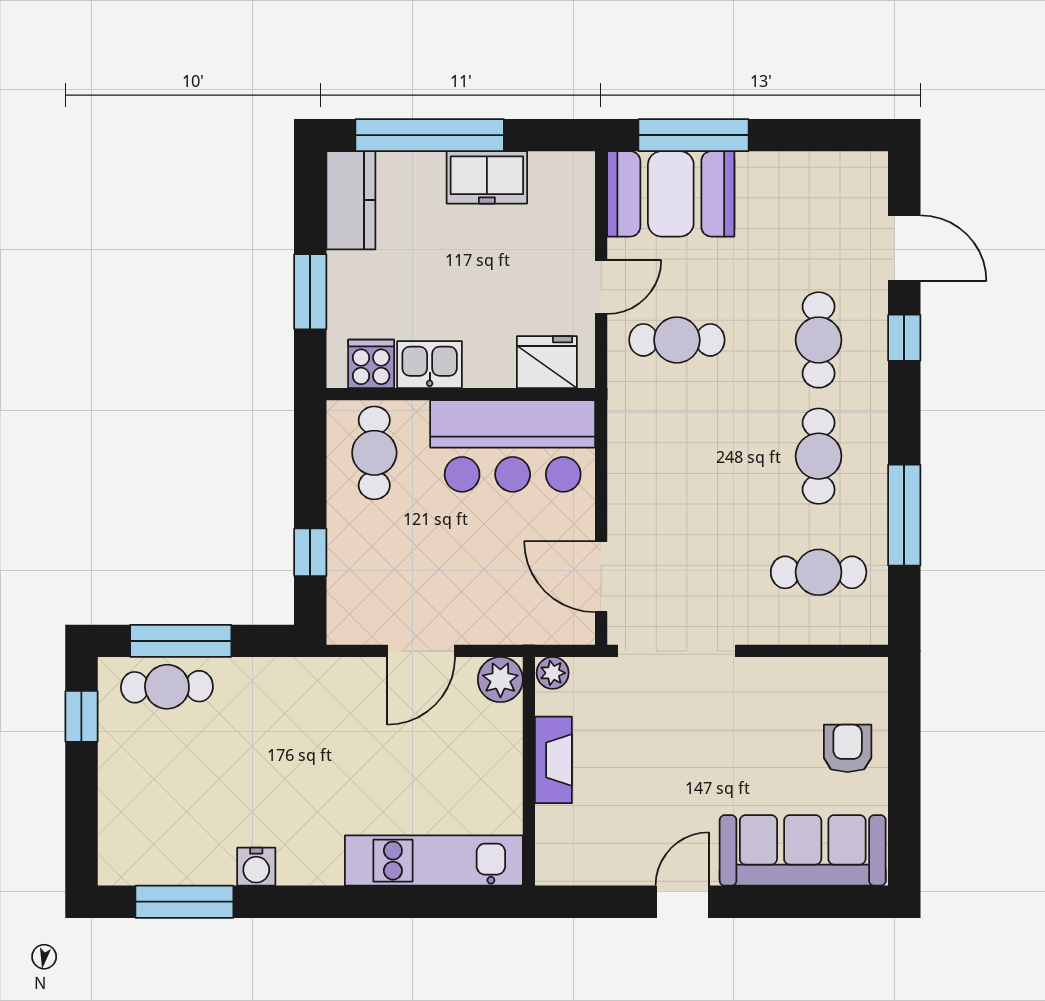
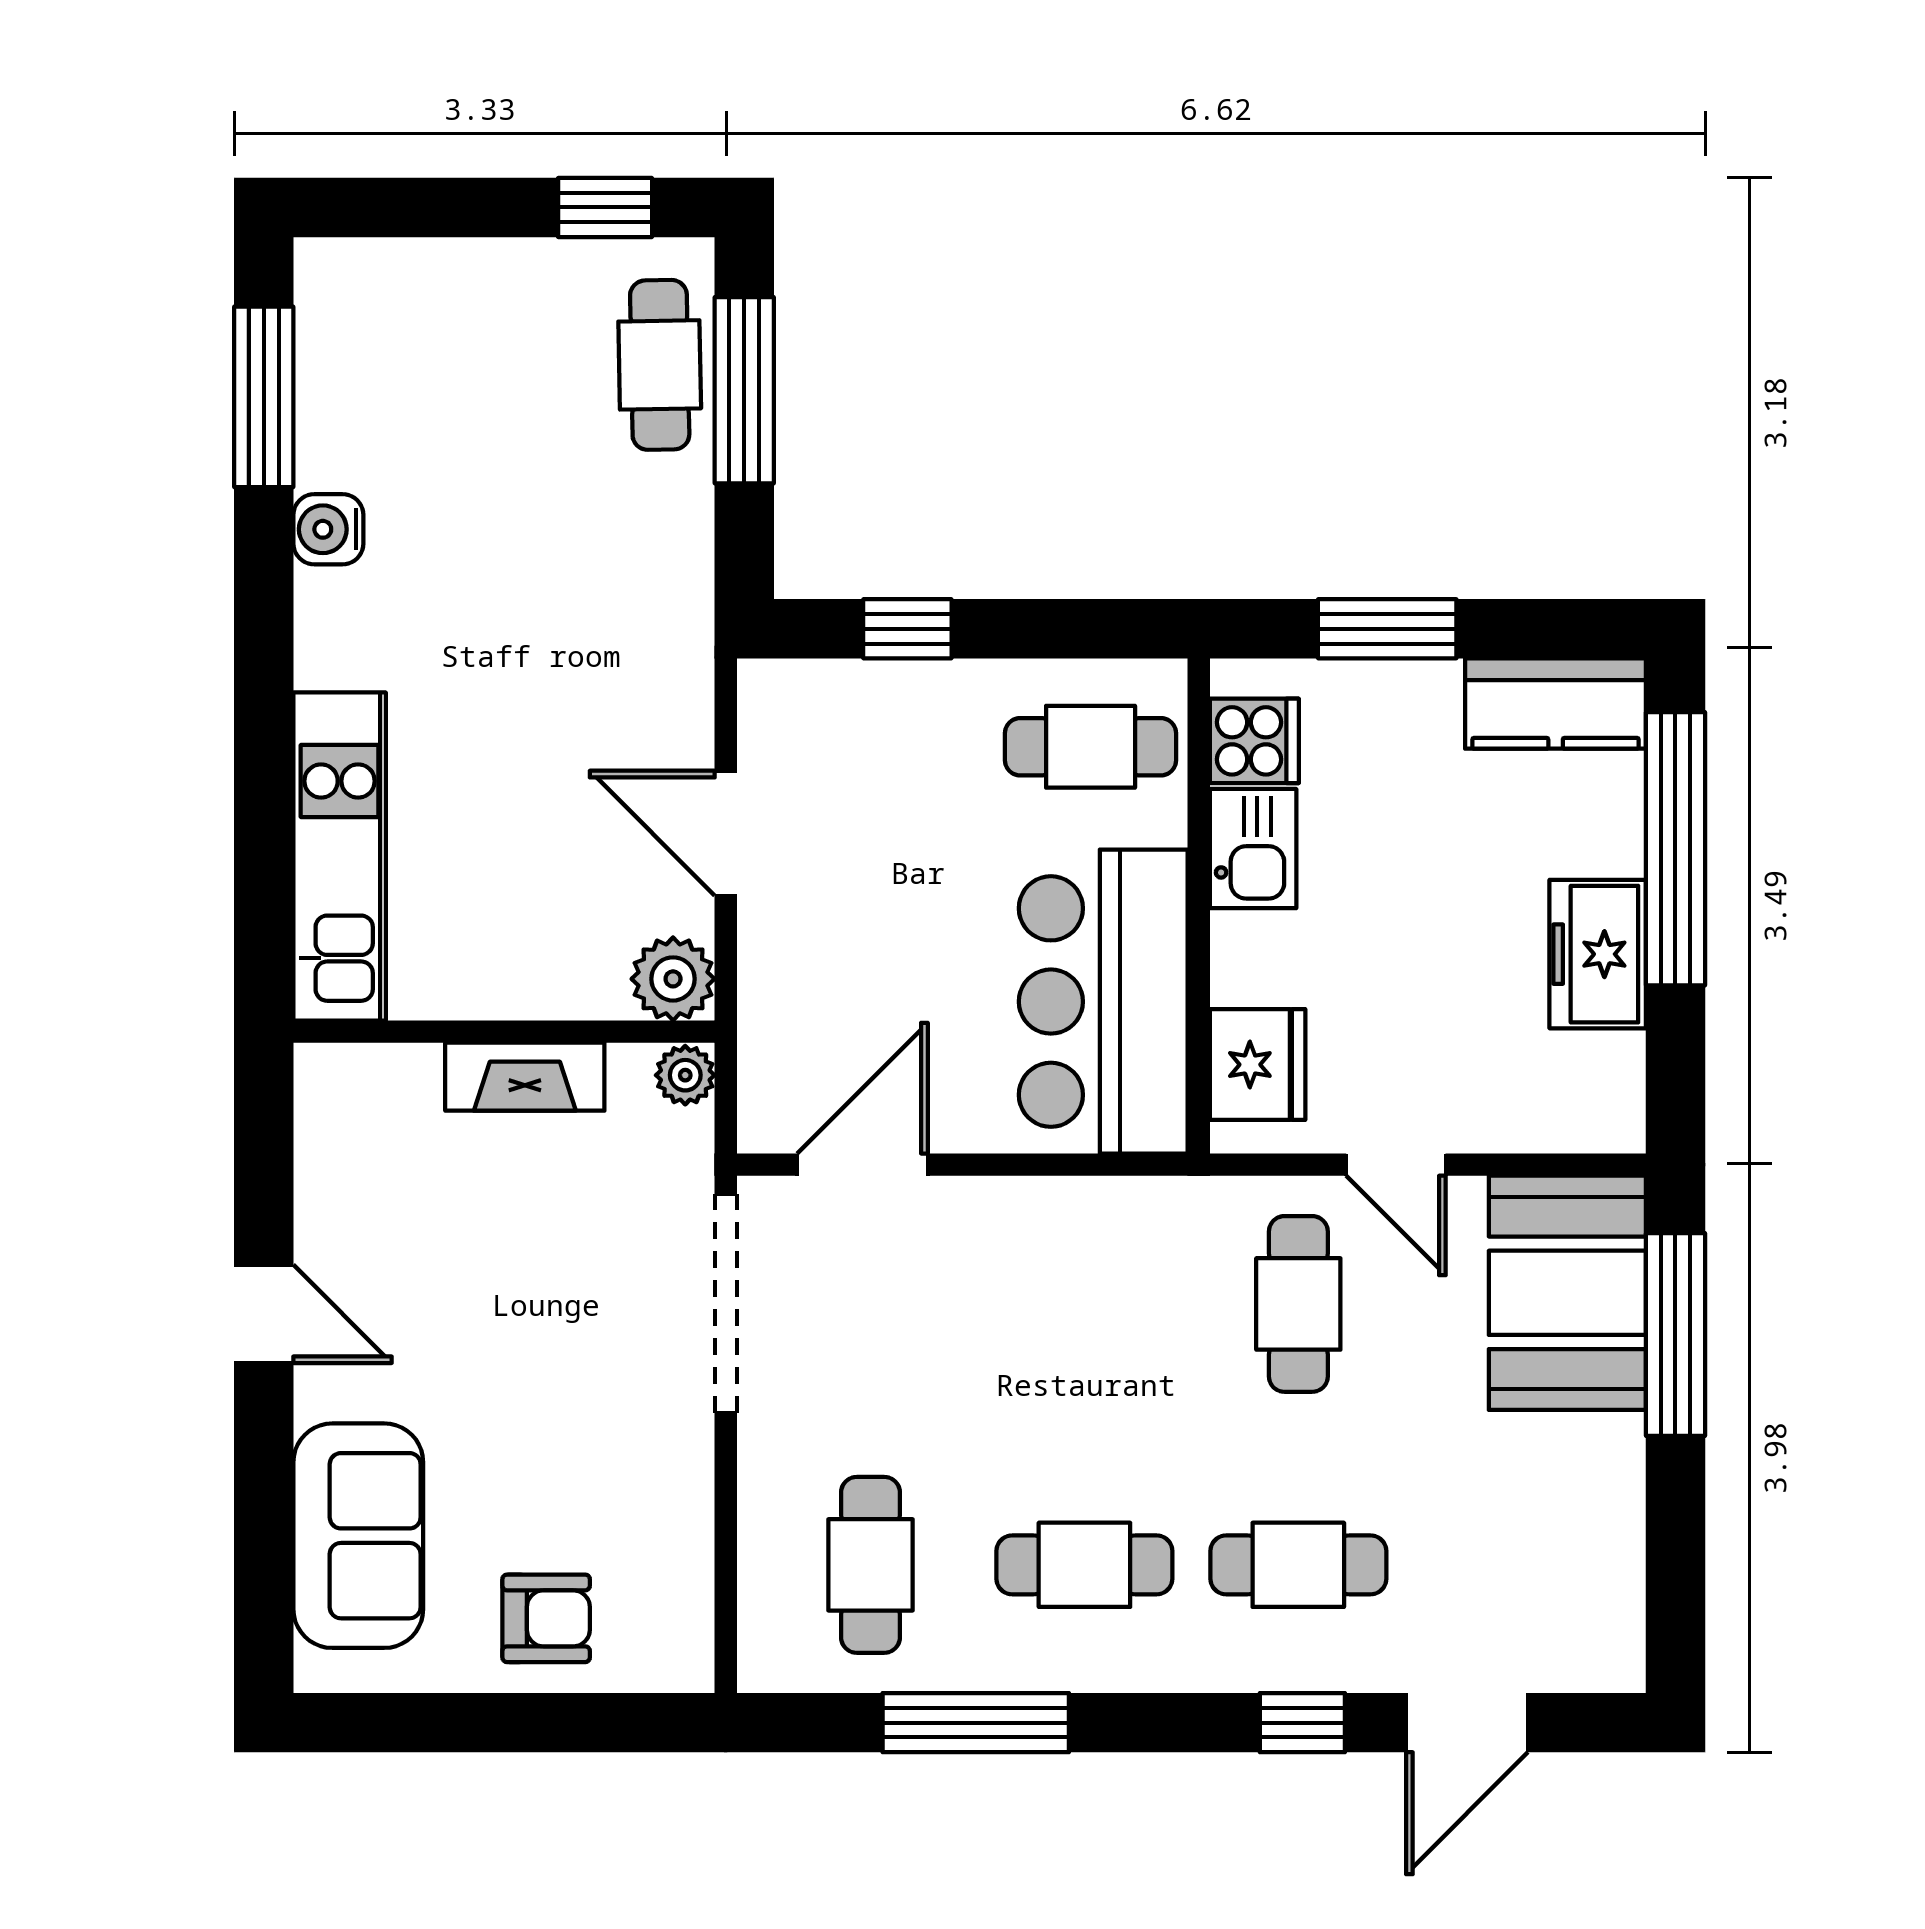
sofa: (803, 850) -> (358, 1536), width x0.73

